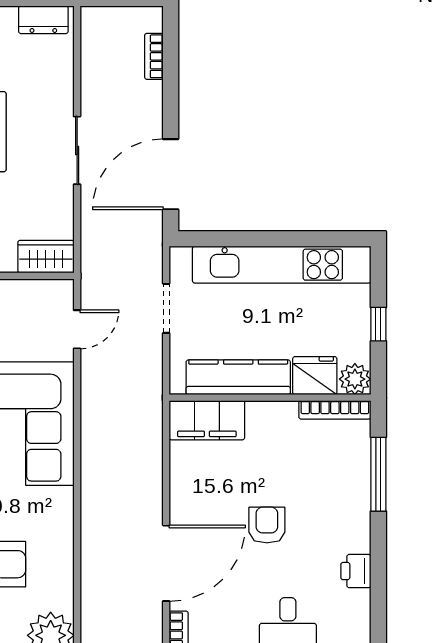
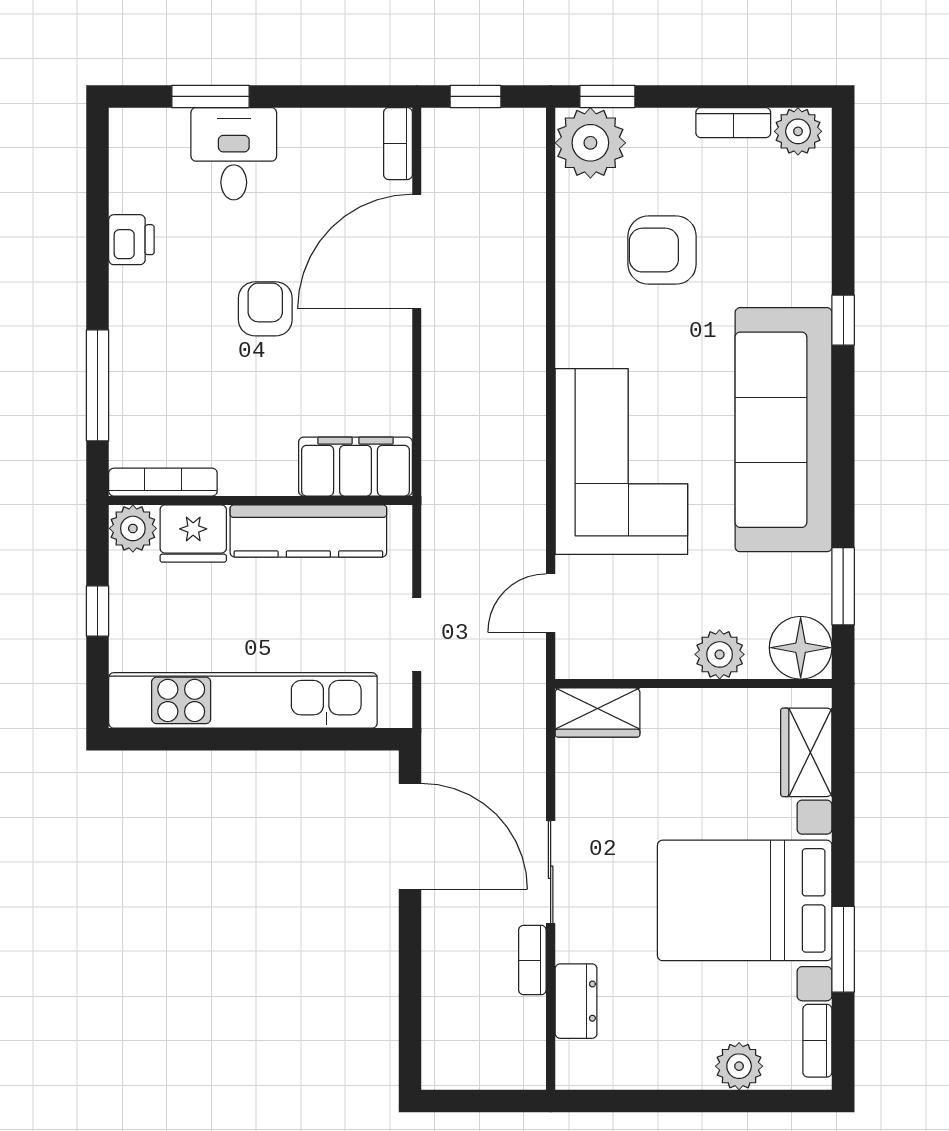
dresser: (43, 20) -> (576, 1001), moved, turned 90
bookcase: (154, 56) -> (532, 960), moved, turned 180
door: (171, 174) -> (410, 836), hinge flipped
armchair: (267, 525) -> (265, 309), turned 180

